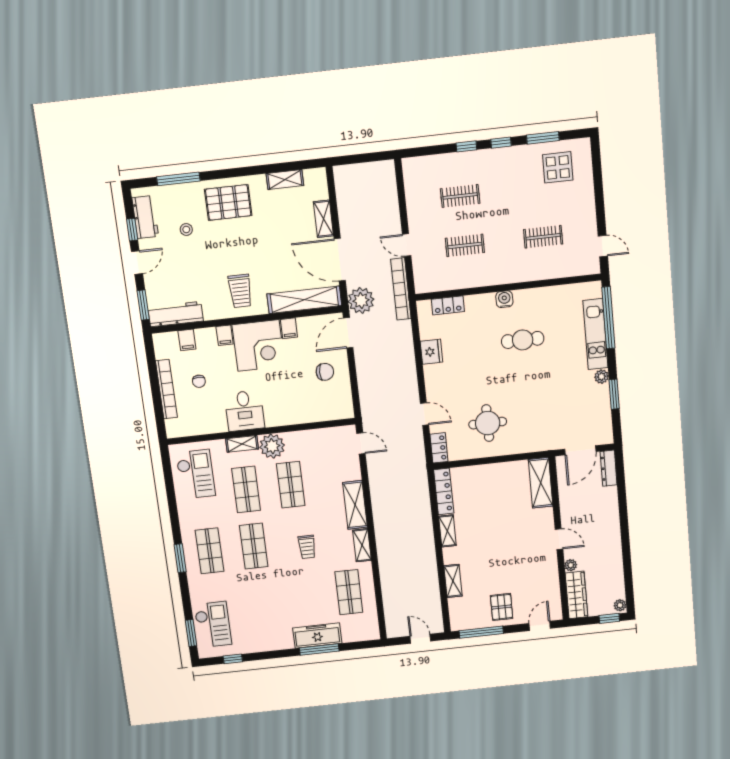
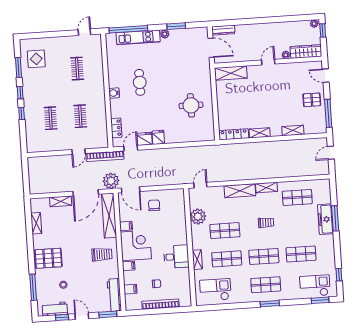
pallet: (228, 202) -> (48, 258), turned 90
fridge: (435, 374) -> (158, 137), added
door: (424, 414) -> (131, 148), moved
plant: (272, 446) -> (198, 216), moved
locker: (439, 448) -> (205, 136), removed
shop shelf: (261, 602) -> (301, 254), added

